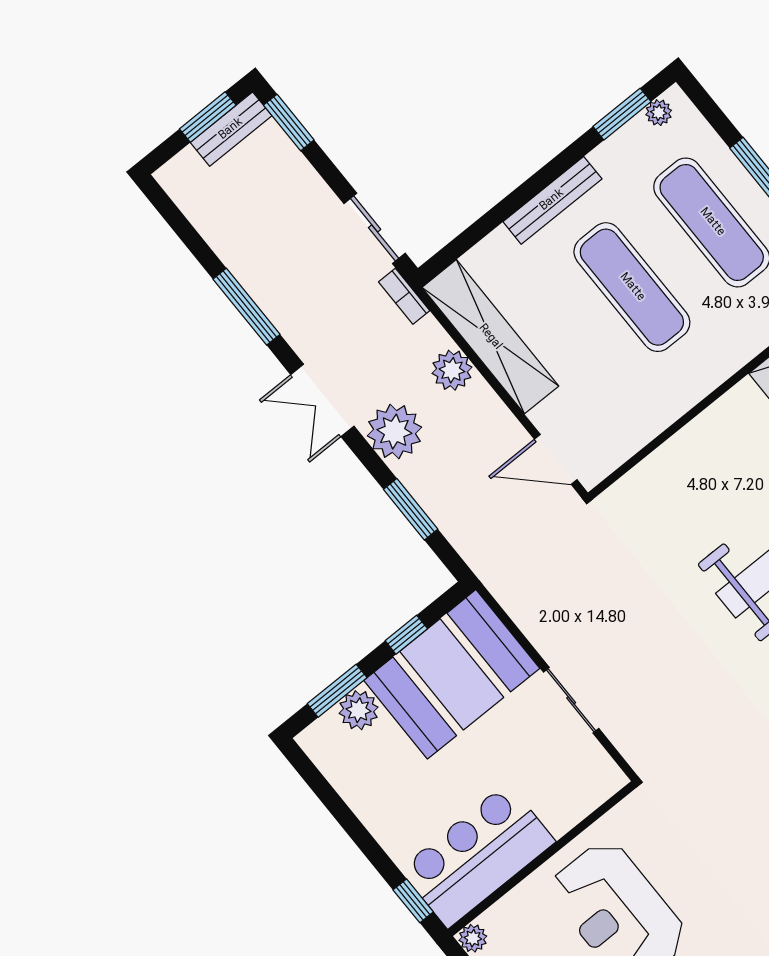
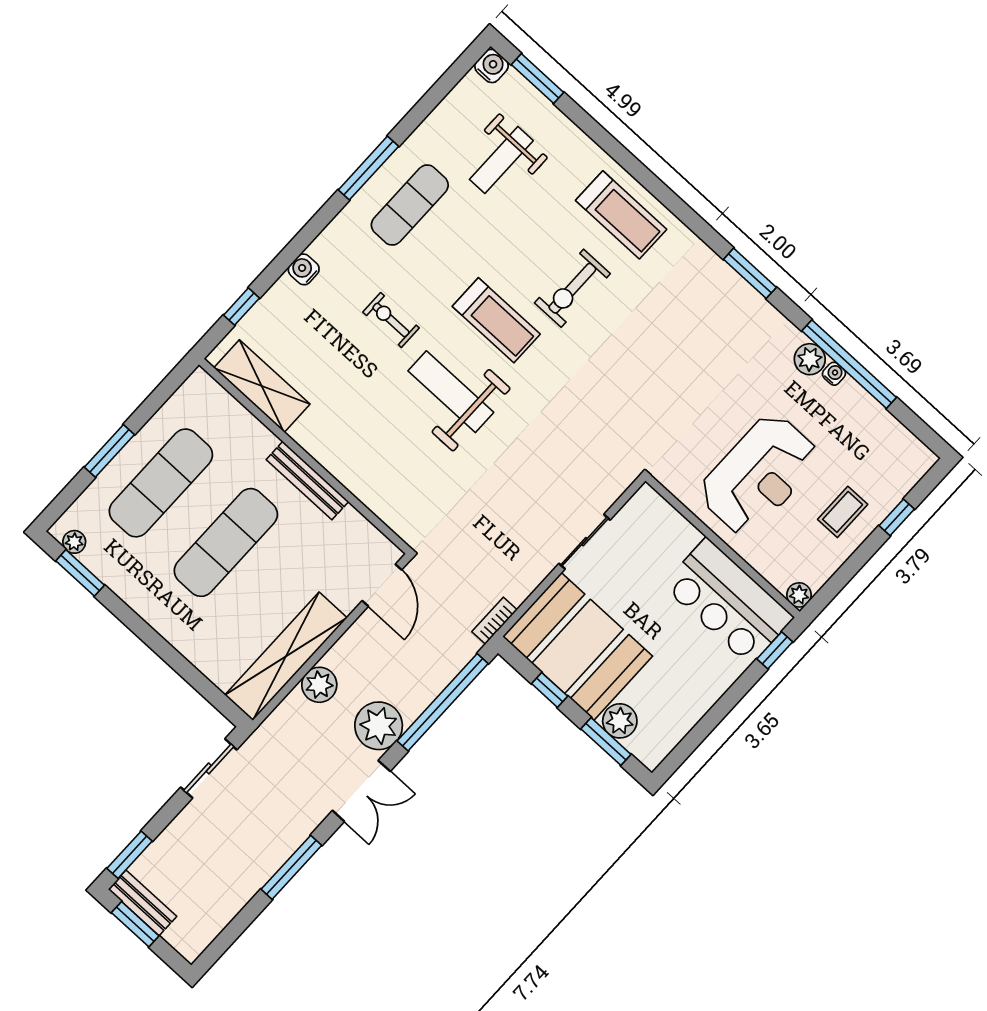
bench: (552, 200) -> (307, 481), moved
bookcase: (404, 296) -> (494, 621), moved, turned 180
window: (411, 509) -> (443, 702), width x2.11

